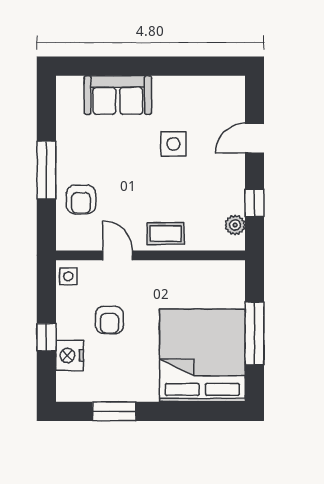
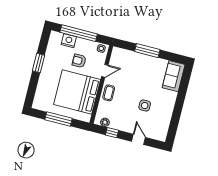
sofa: (118, 95) -> (174, 76), moved
armchair: (81, 199) -> (132, 62), removed
window: (46, 337) -> (79, 33), width x3.17
bed: (202, 355) -> (77, 92), moved, turned 180
window: (114, 411) -> (39, 63), moved

